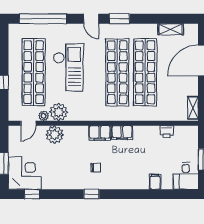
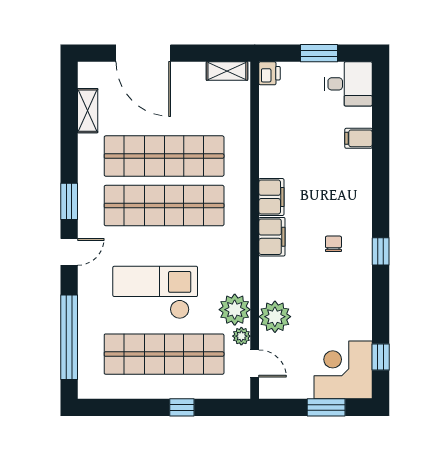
printer: (167, 132) -> (270, 73), moved

